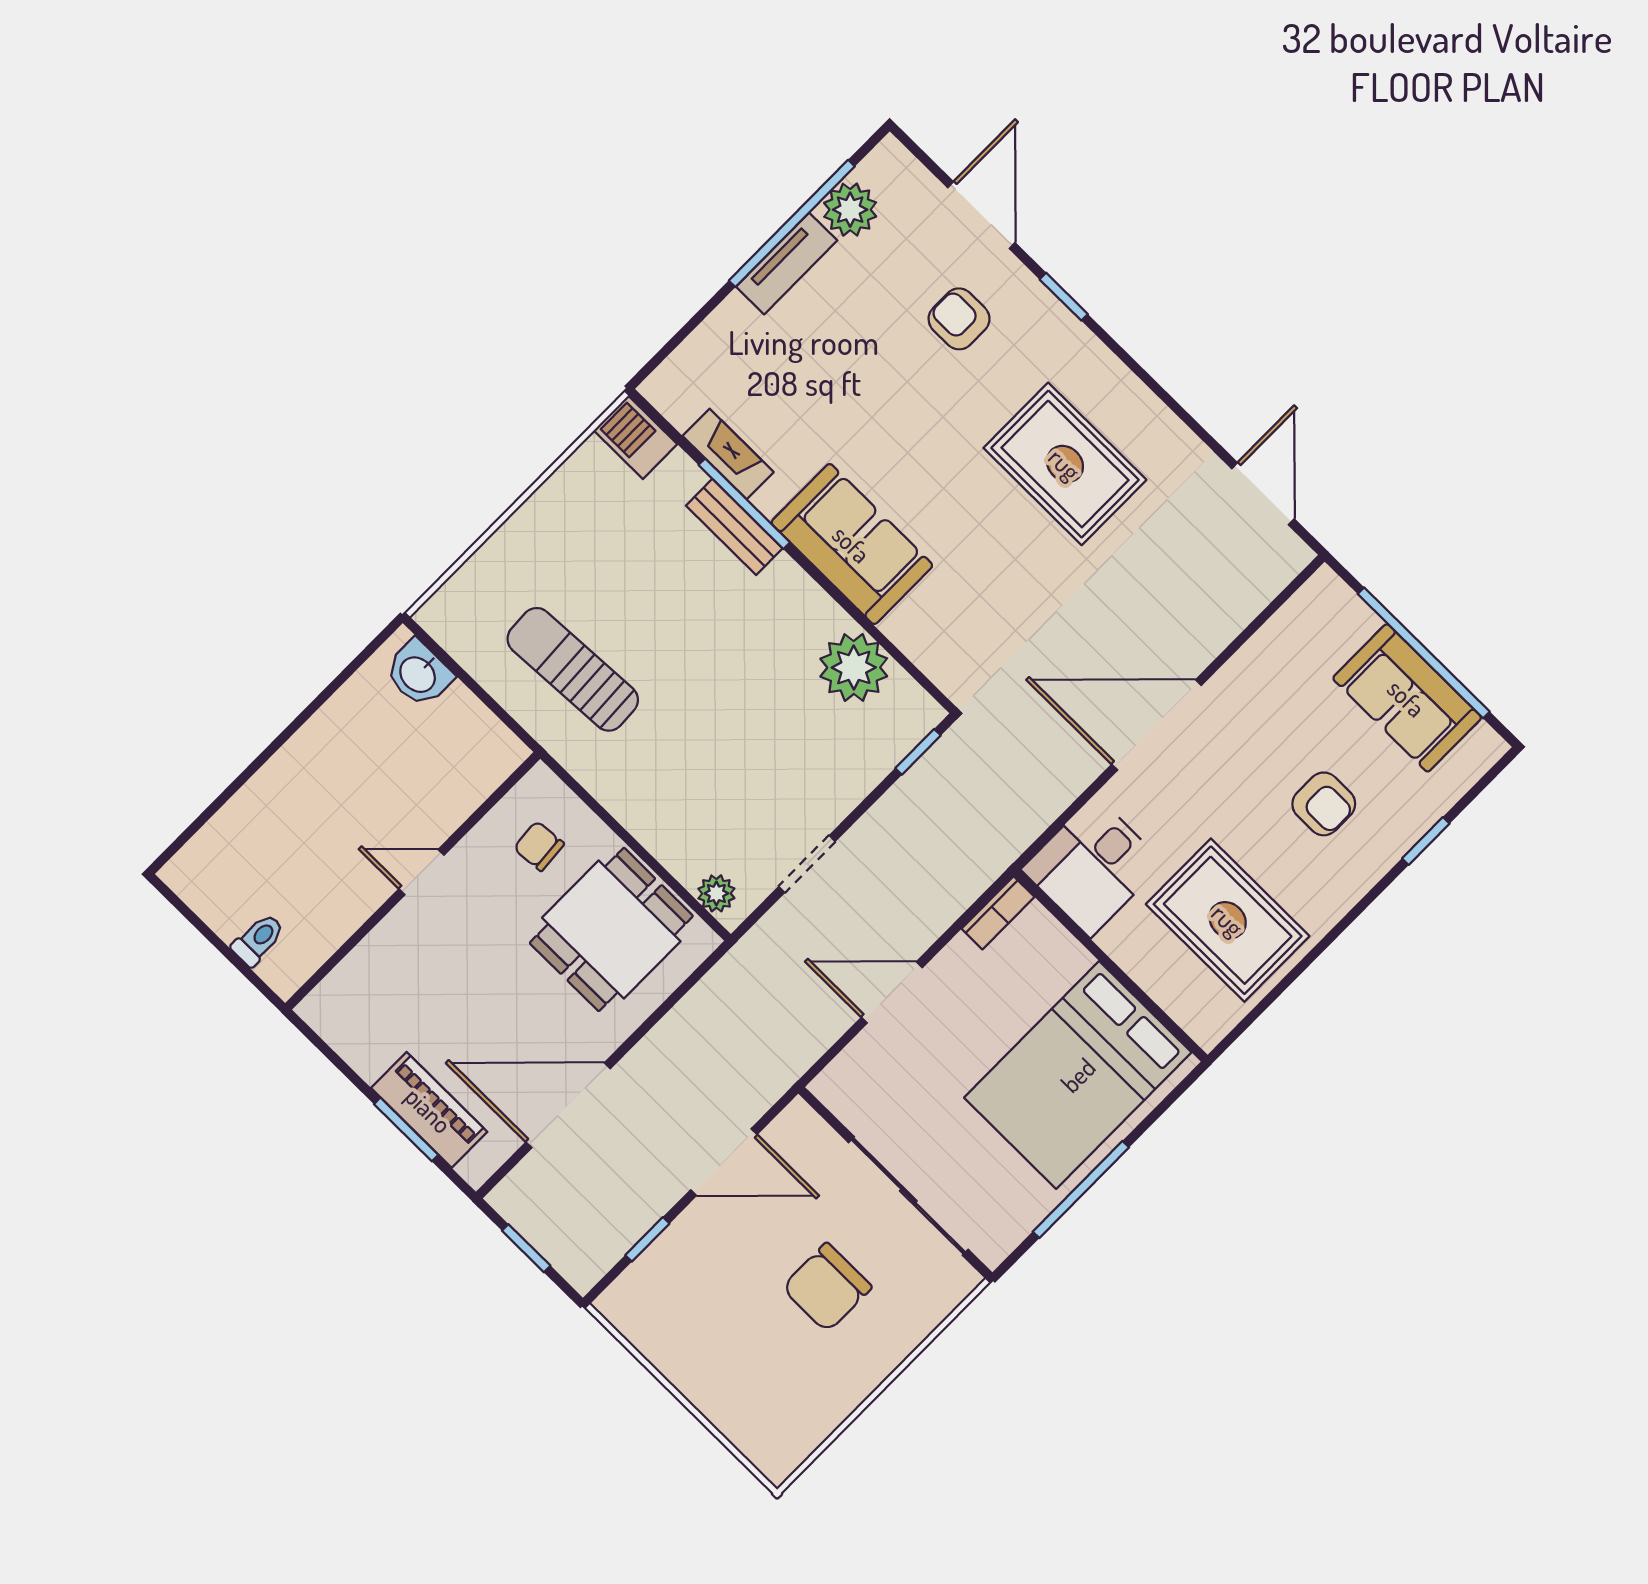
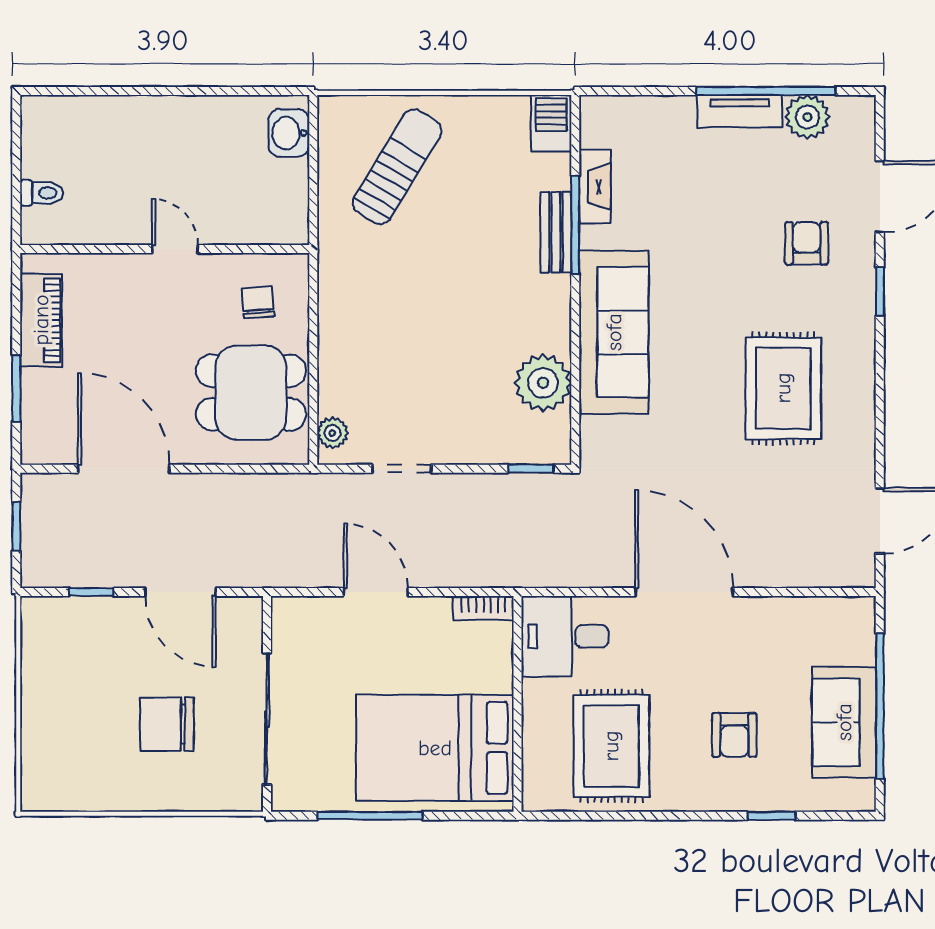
sofa: (852, 544) -> (614, 332), width x1.36
sun lounger: (573, 669) -> (397, 167), moved, turned 34
piano: (429, 1110) -> (41, 320), moved

